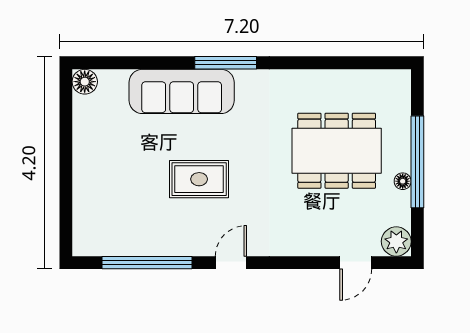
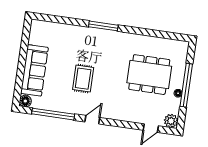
floor lamp: (85, 82) -> (25, 101), moved
sofa: (182, 91) -> (34, 70), moved, turned -90
rug: (199, 179) -> (83, 79), turned 90

